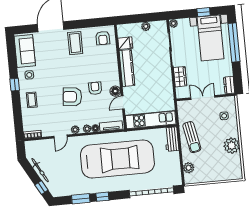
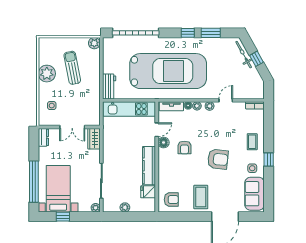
armchair: (103, 38) -> (171, 200), turned 90
wardrobe: (180, 77) -> (94, 139), moved
armchair: (72, 97) -> (218, 159), moved
sun lounger: (192, 137) -> (72, 68), moved
car: (117, 159) -> (168, 71), turned 180
plant: (189, 168) -> (94, 43), moved
bicycle: (40, 170) -> (244, 55), moved
window: (41, 187) -> (256, 59), moved

